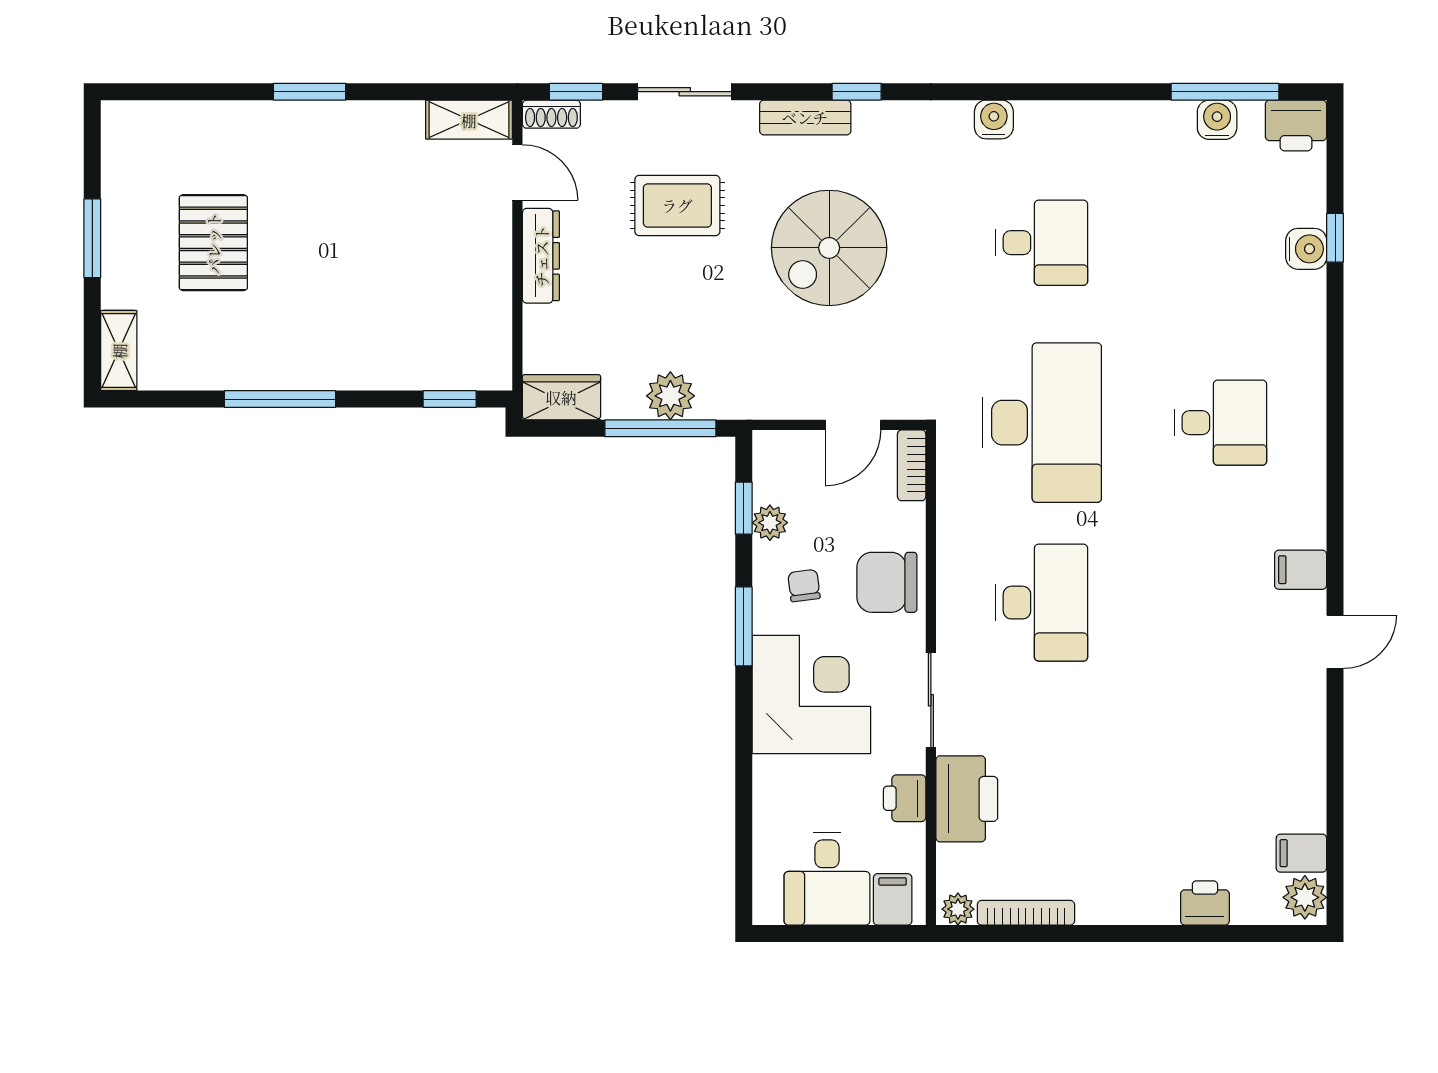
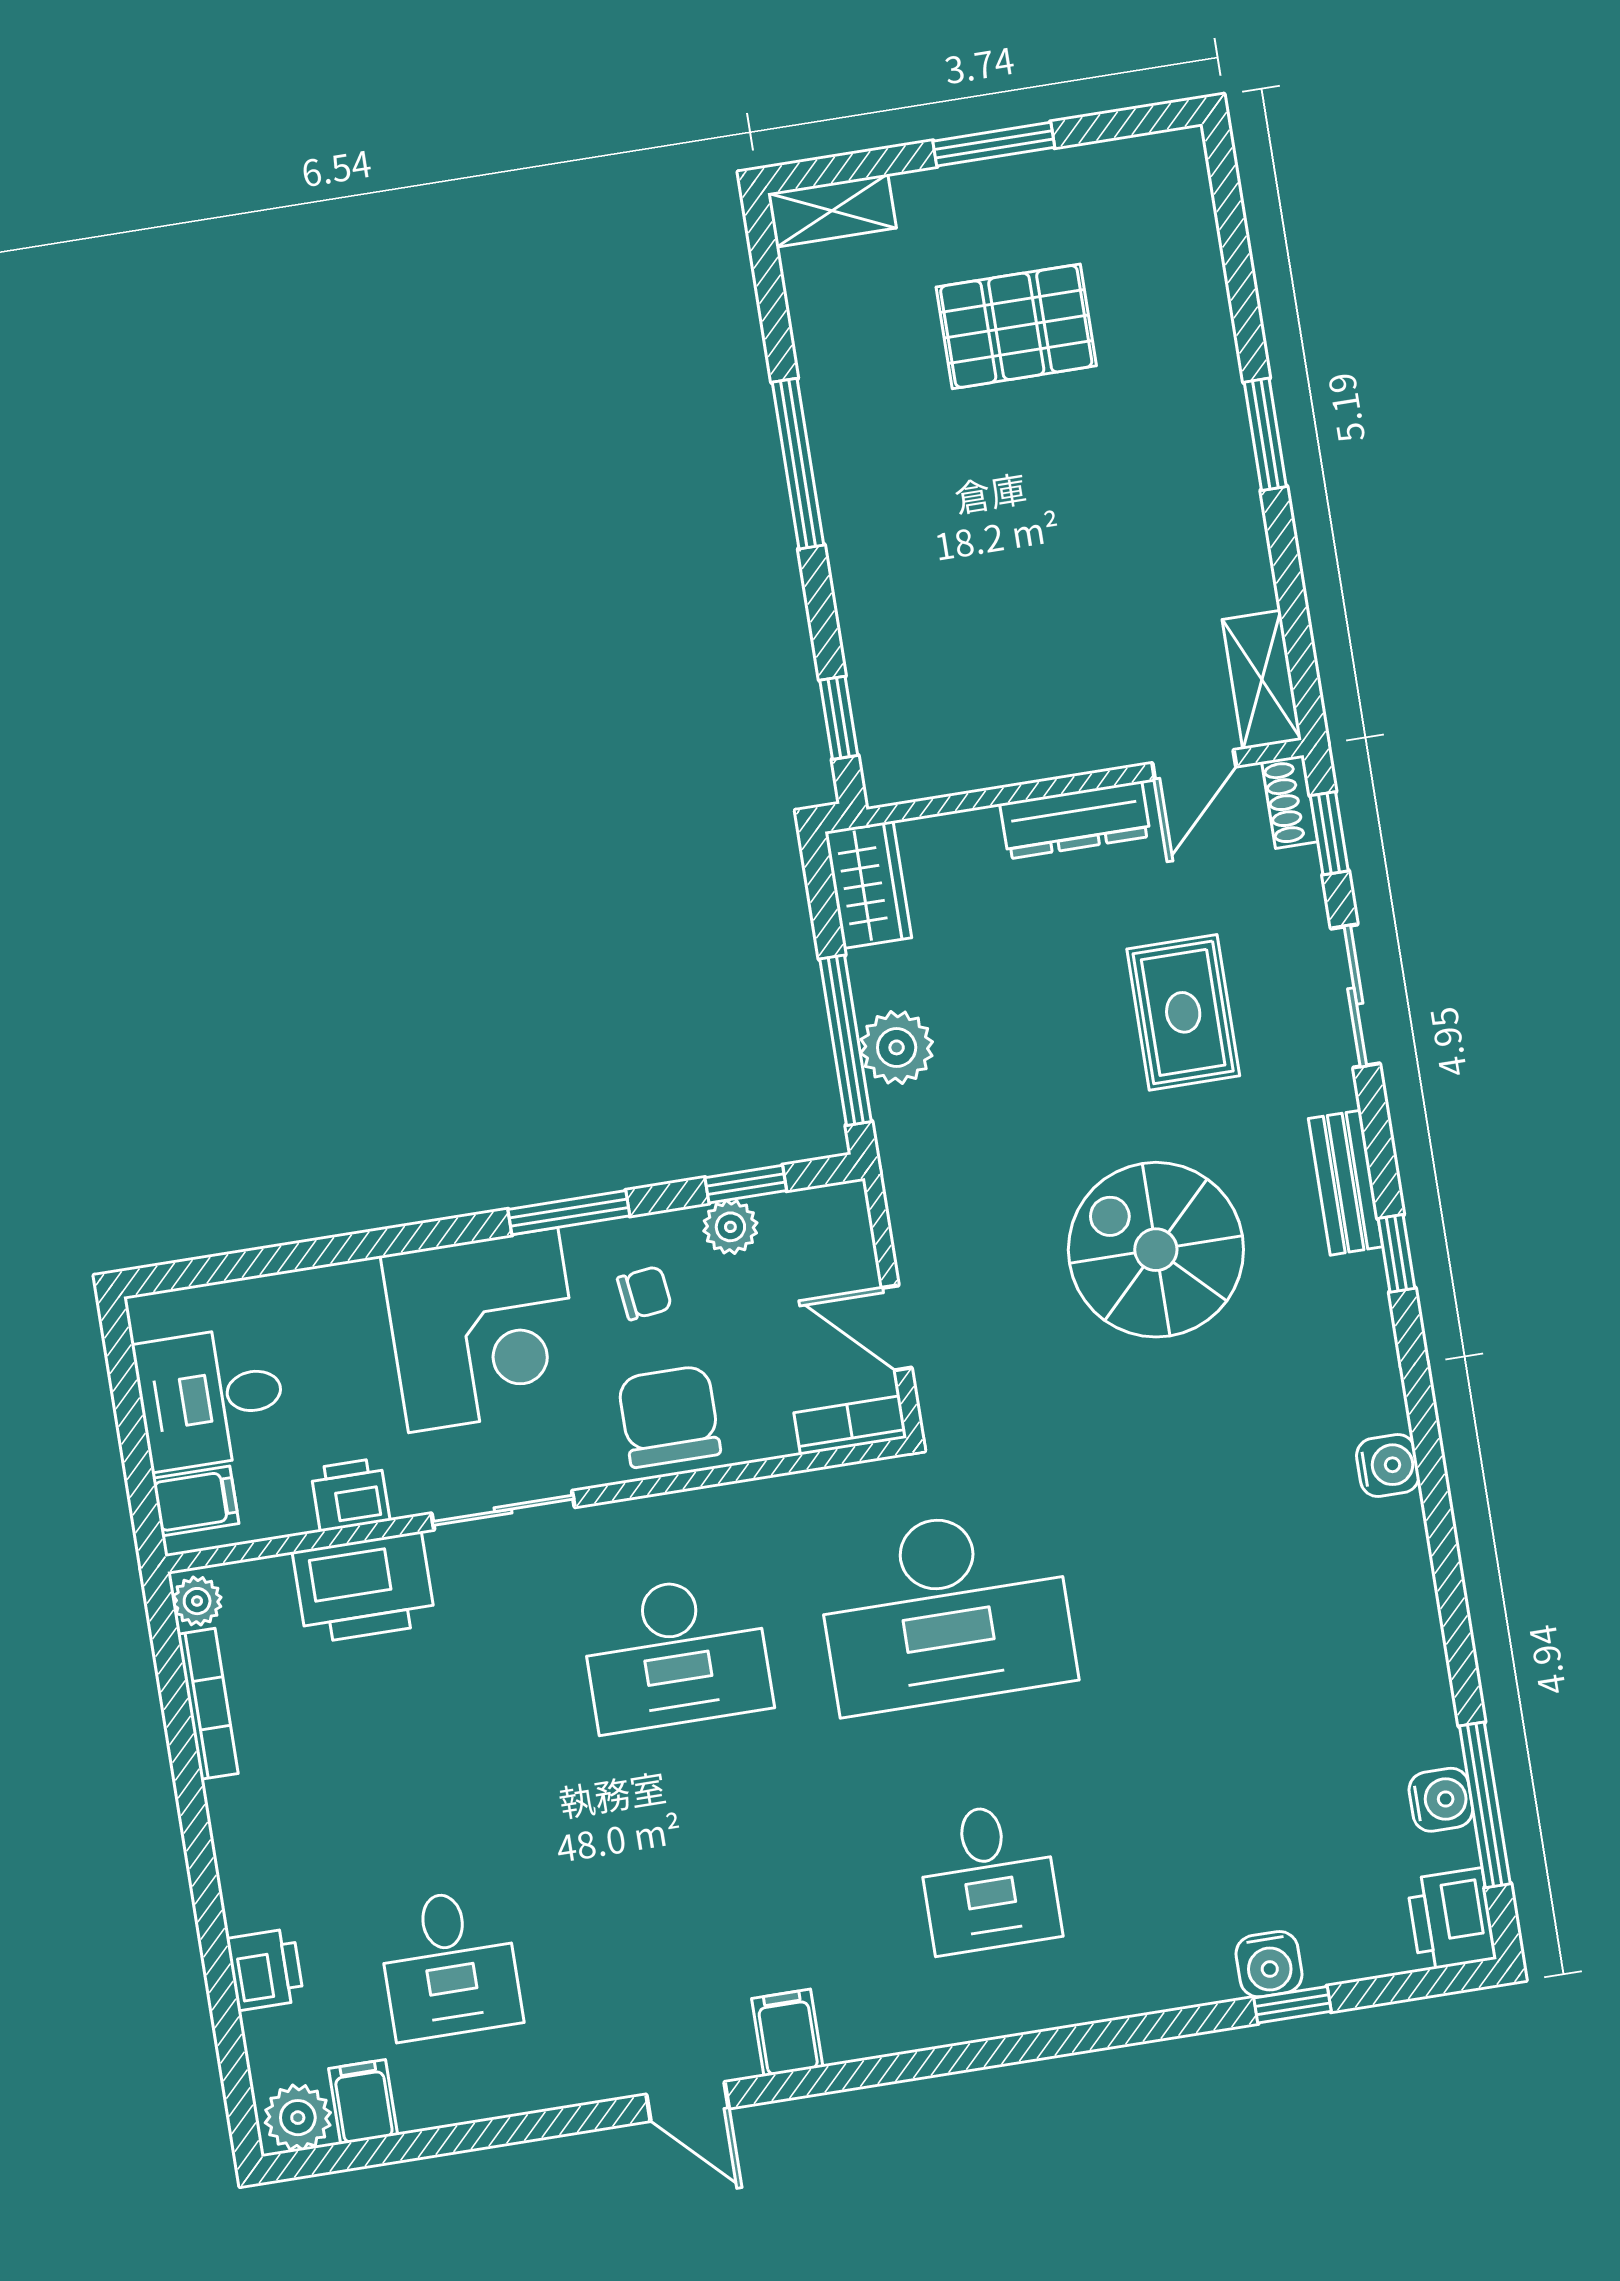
desk: (1042, 243) -> (449, 1964), moved

